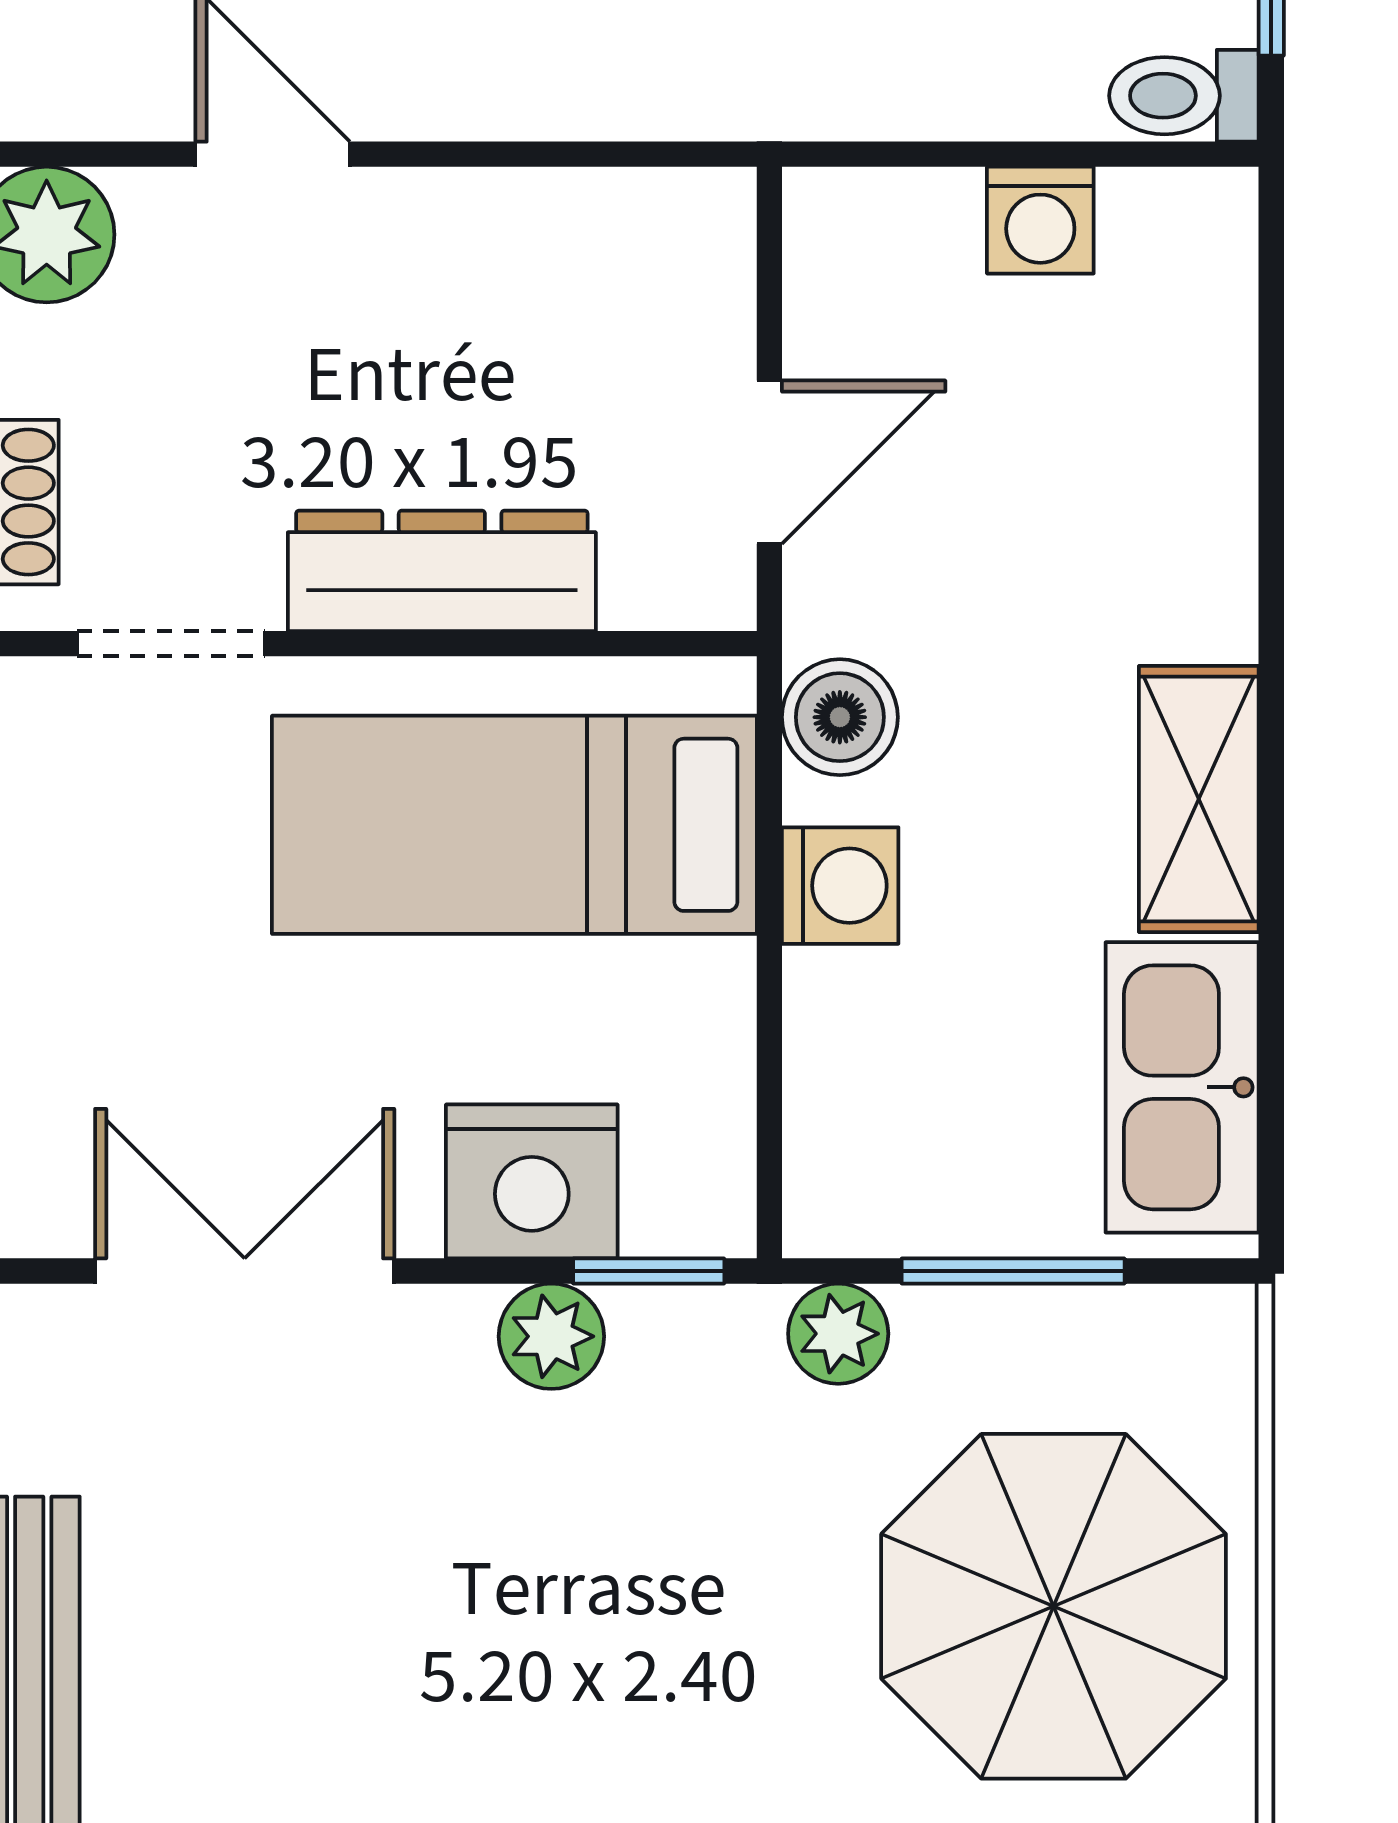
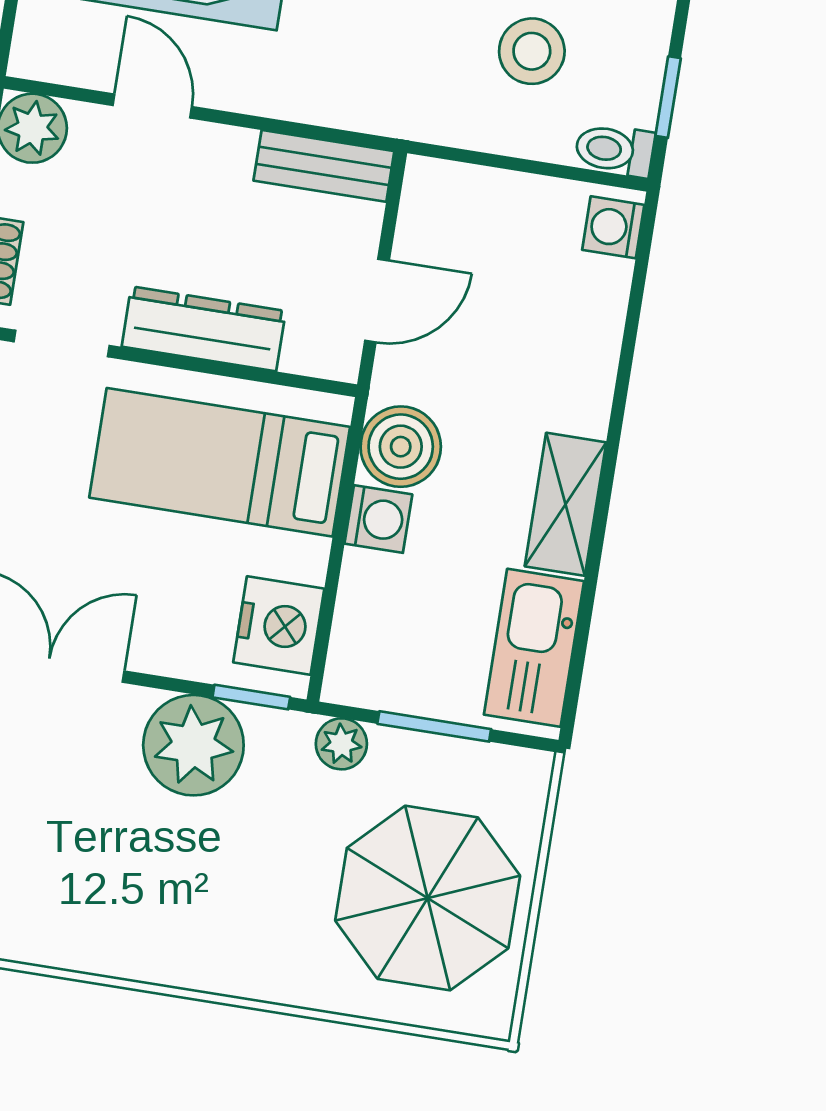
bench: (625, 217) -> (324, 166), added
washing machine: (1040, 220) -> (613, 227), moved, turned 90
boiler: (840, 717) -> (401, 447), width x1.36, depth x1.36
nightstand: (532, 1181) -> (279, 626), moved, turned -90
plant: (551, 1336) -> (193, 745), width x1.88, depth x1.88

